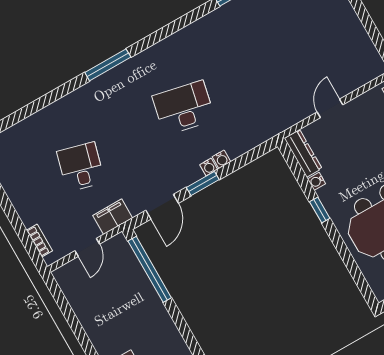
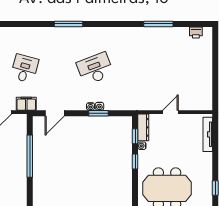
desk: (184, 108) -> (95, 69), turned -33
window: (299, 173) -> (135, 136), added
window: (203, 183) -> (99, 113), moved
window: (150, 269) -> (30, 156), moved

